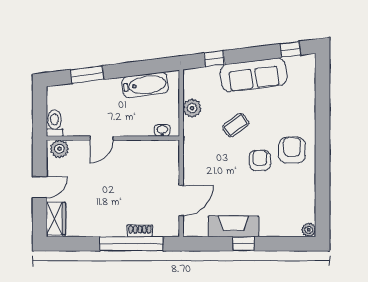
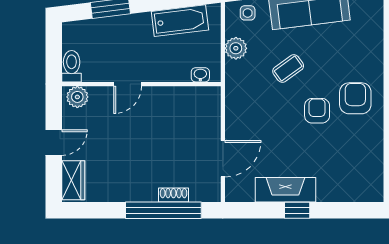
side table: (202, 79) -> (248, 13), added
plant: (309, 230) -> (375, 194), removed

